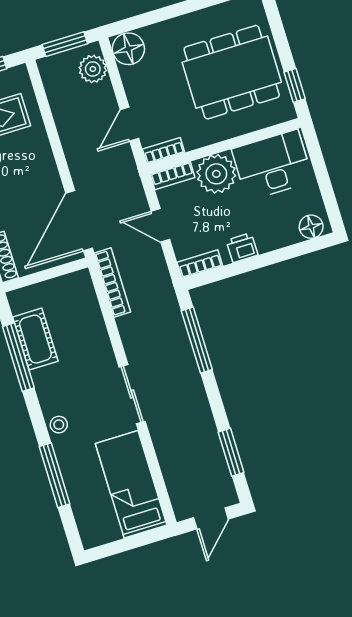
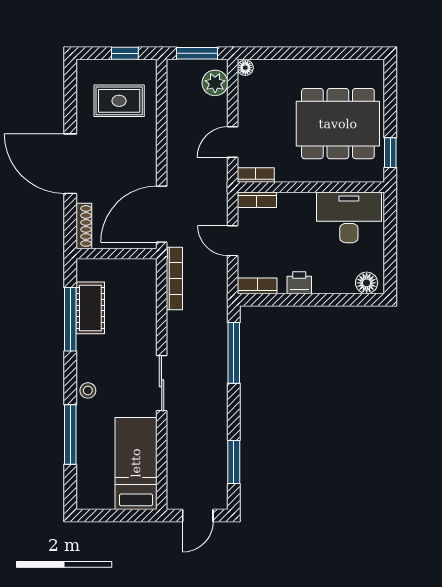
floor lamp: (128, 49) -> (245, 68), width x0.53, depth x0.53
plant: (216, 174) -> (296, 210), removed

